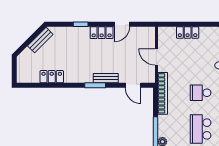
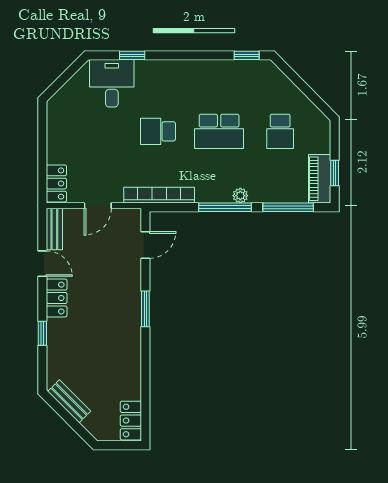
locker: (188, 32) -> (56, 184), moved
locker: (52, 77) -> (131, 421), moved
bench: (106, 78) -> (54, 229), moved
school desk: (201, 93) -> (158, 131), turned 90

